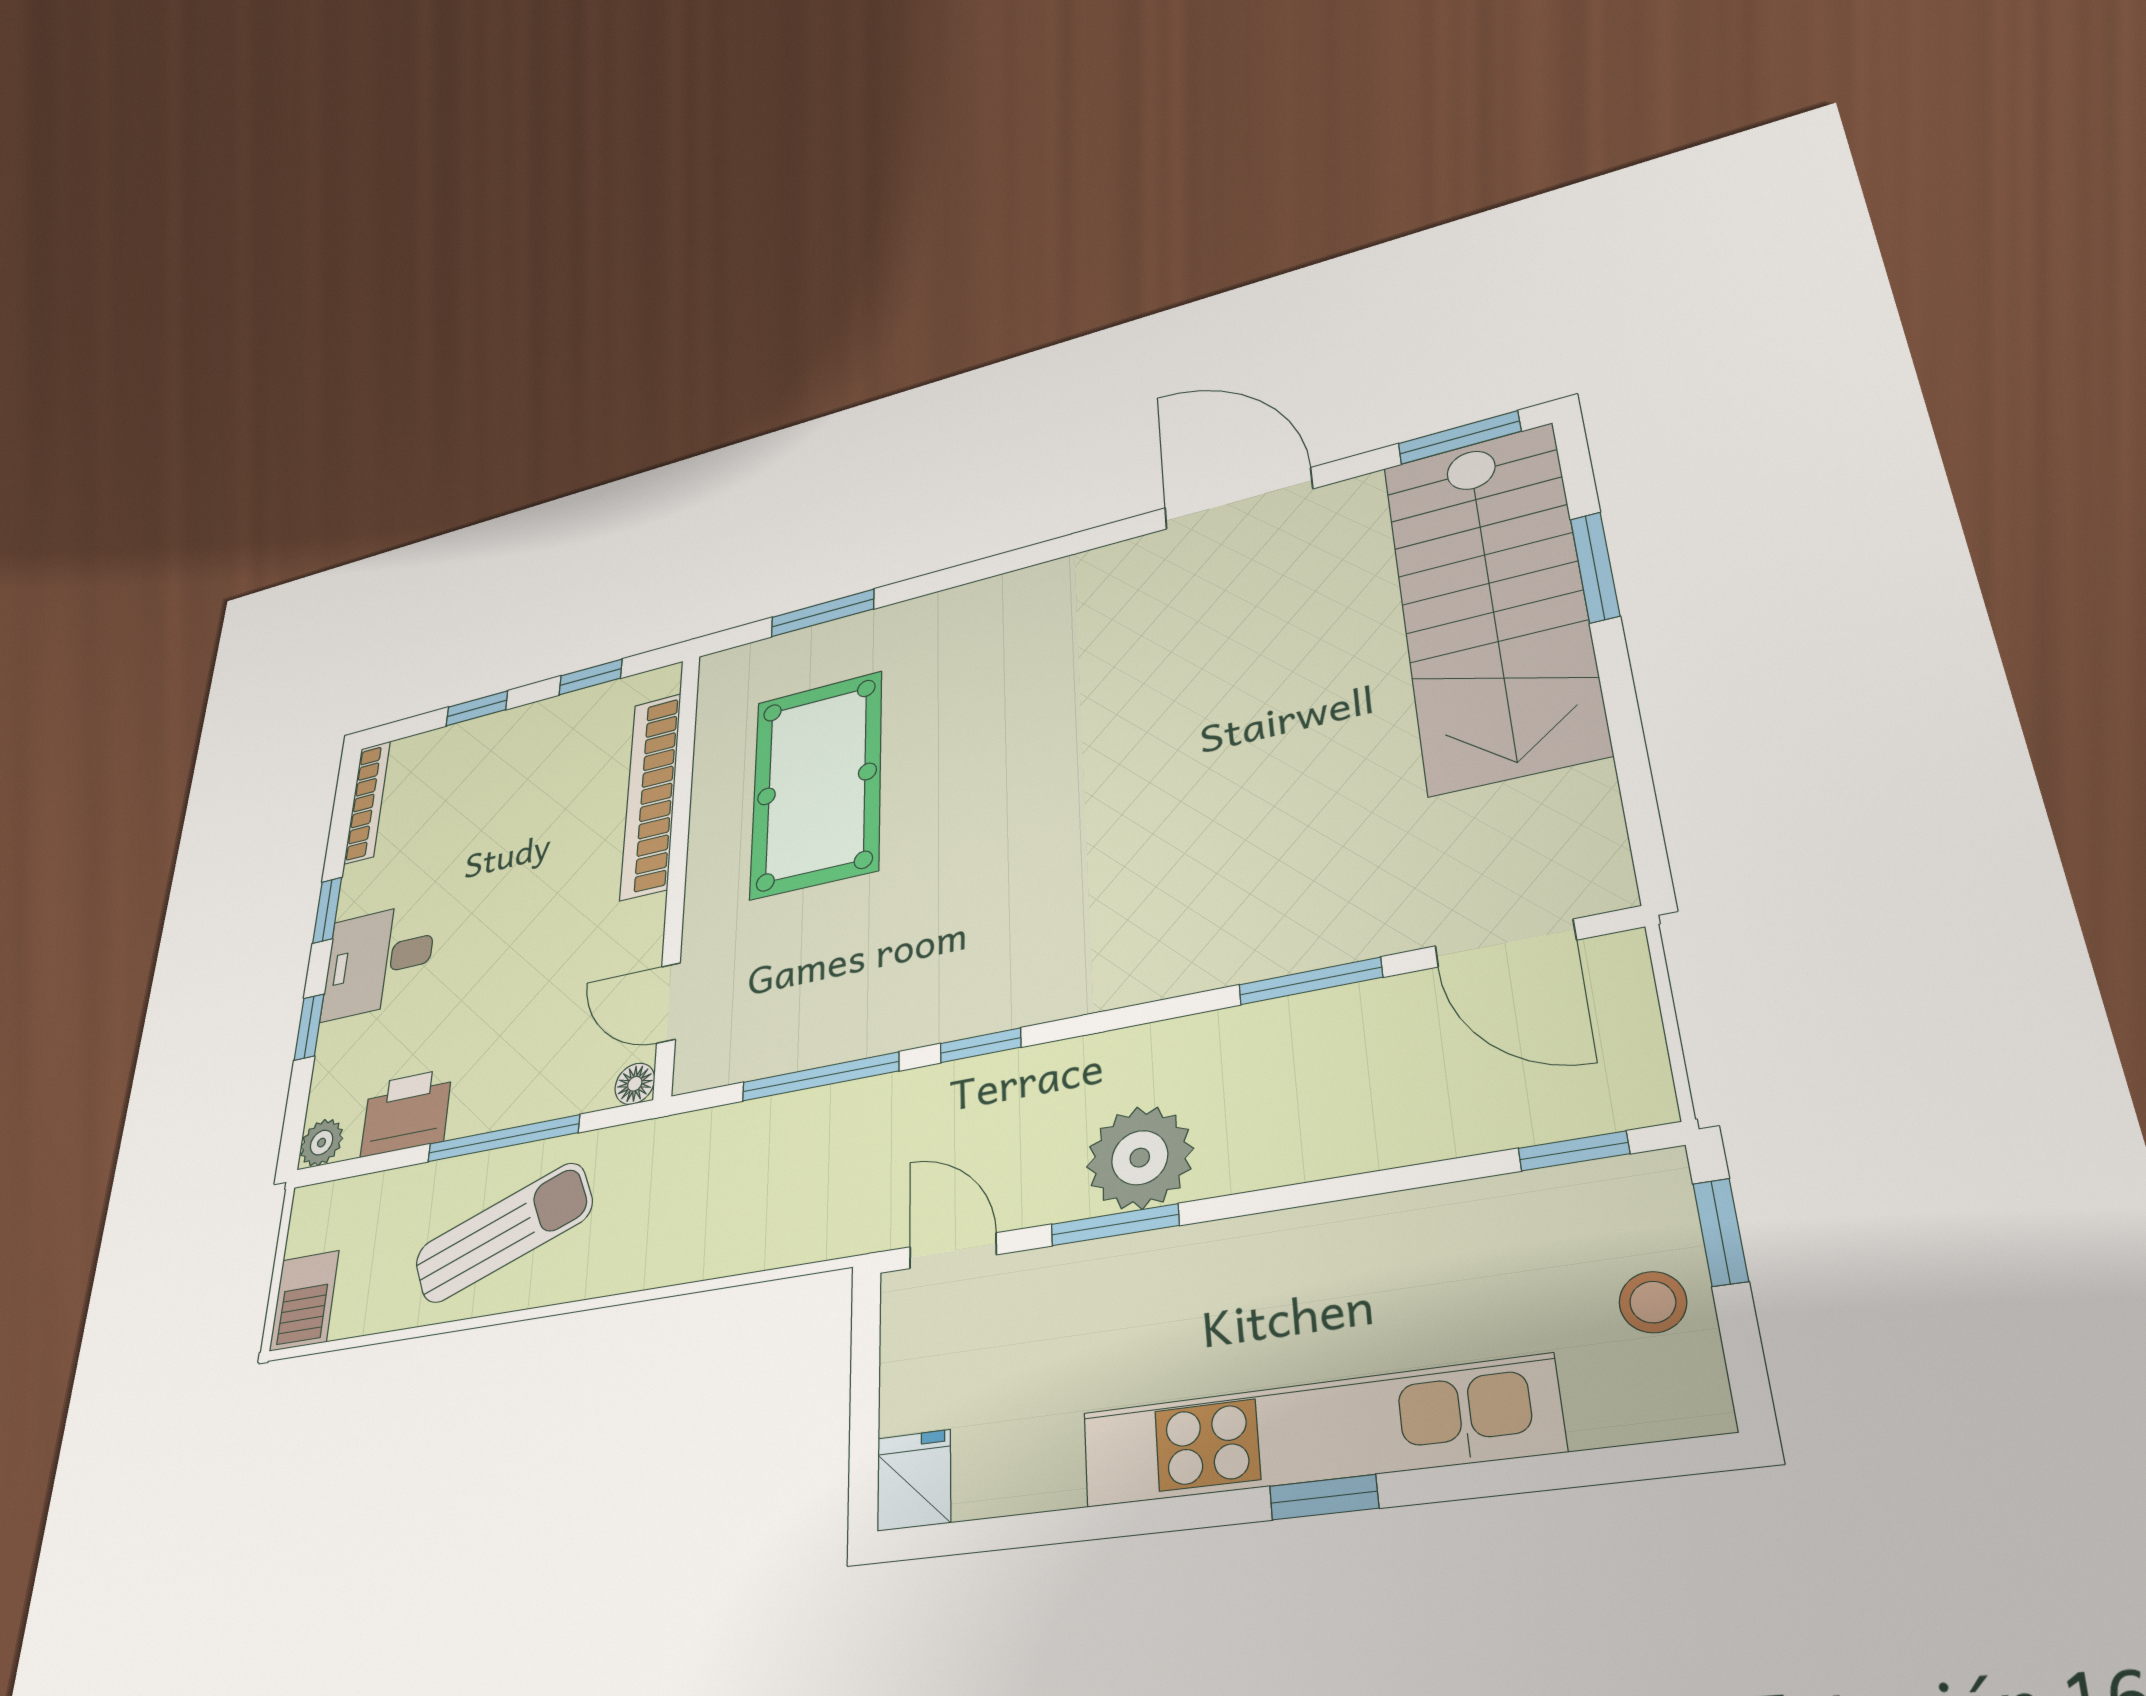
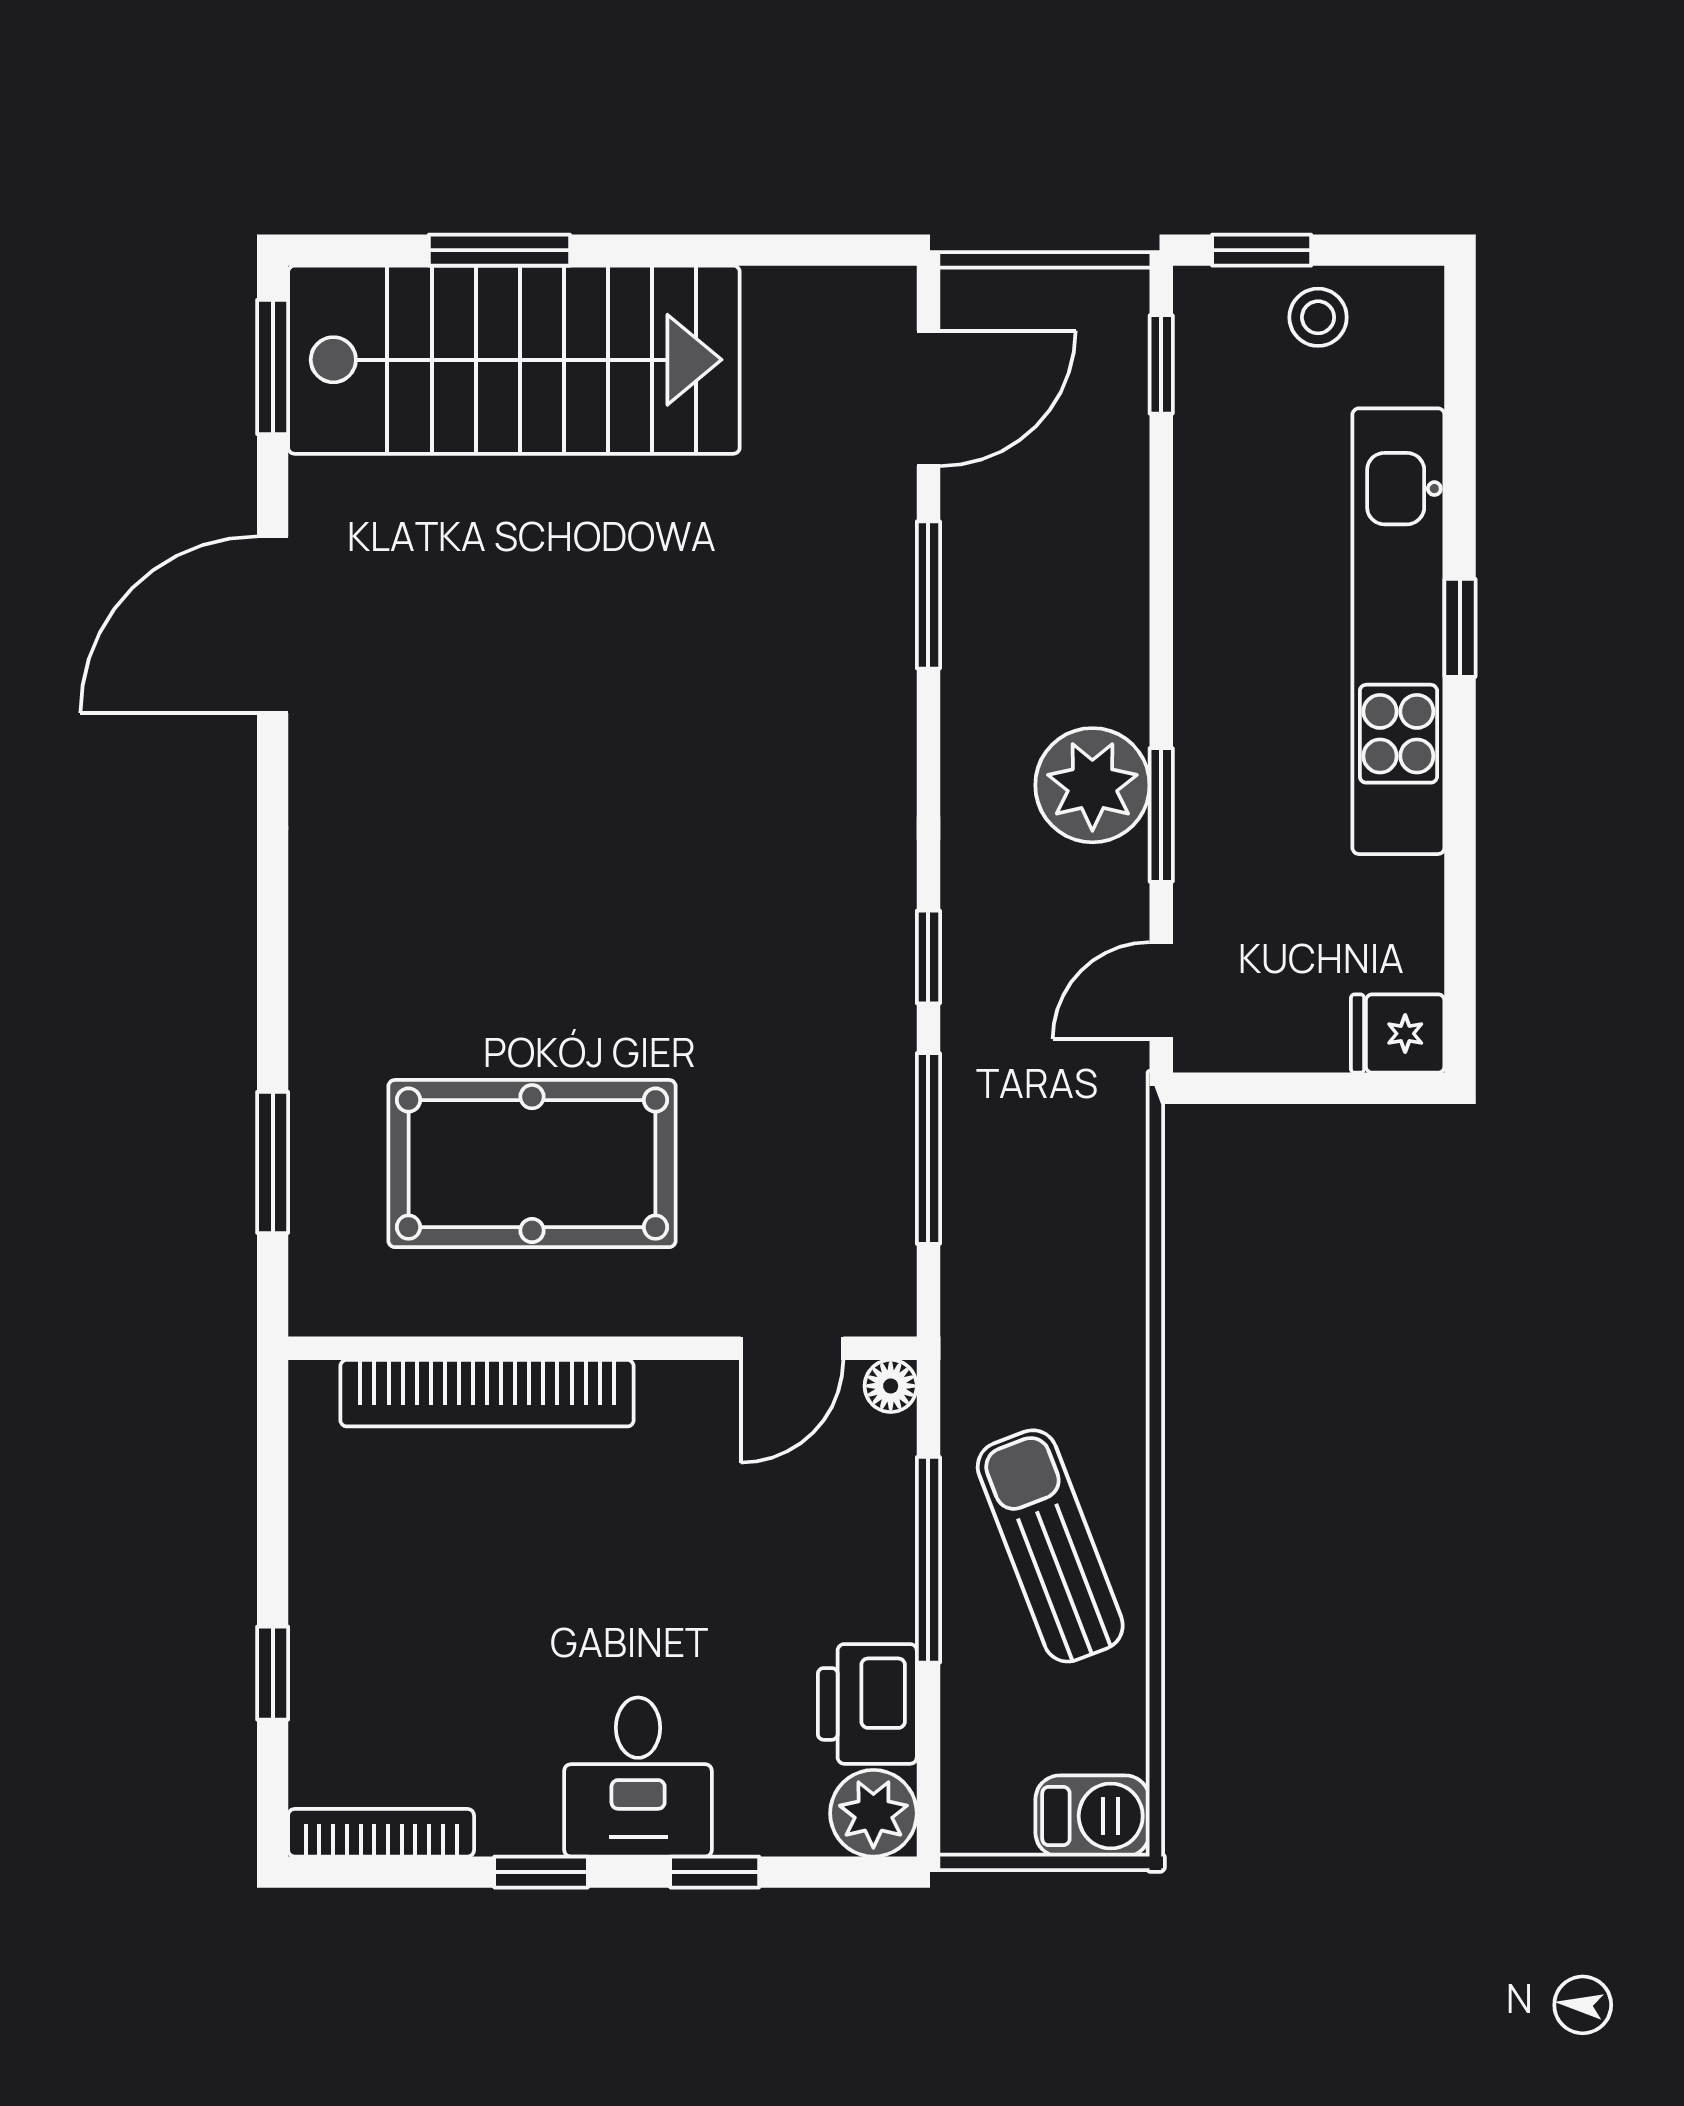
window: (591, 677) -> (273, 1498), removed
plant: (322, 1143) -> (873, 1813), width x1.38, depth x1.38

